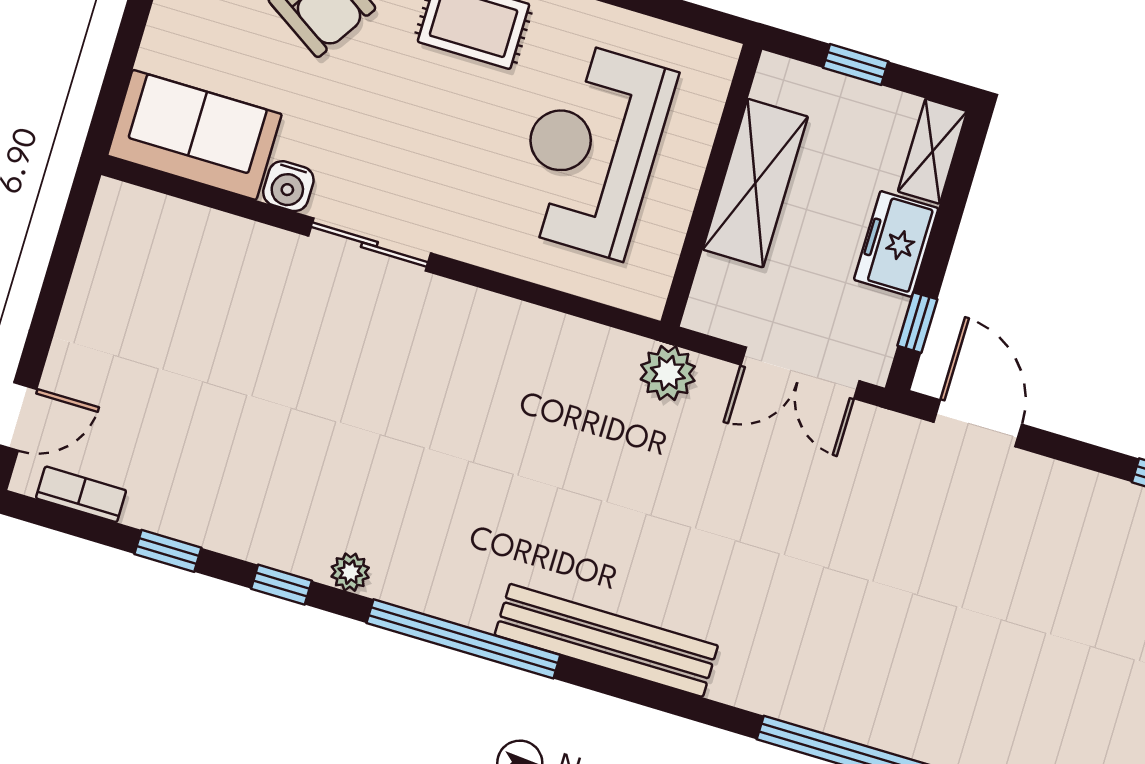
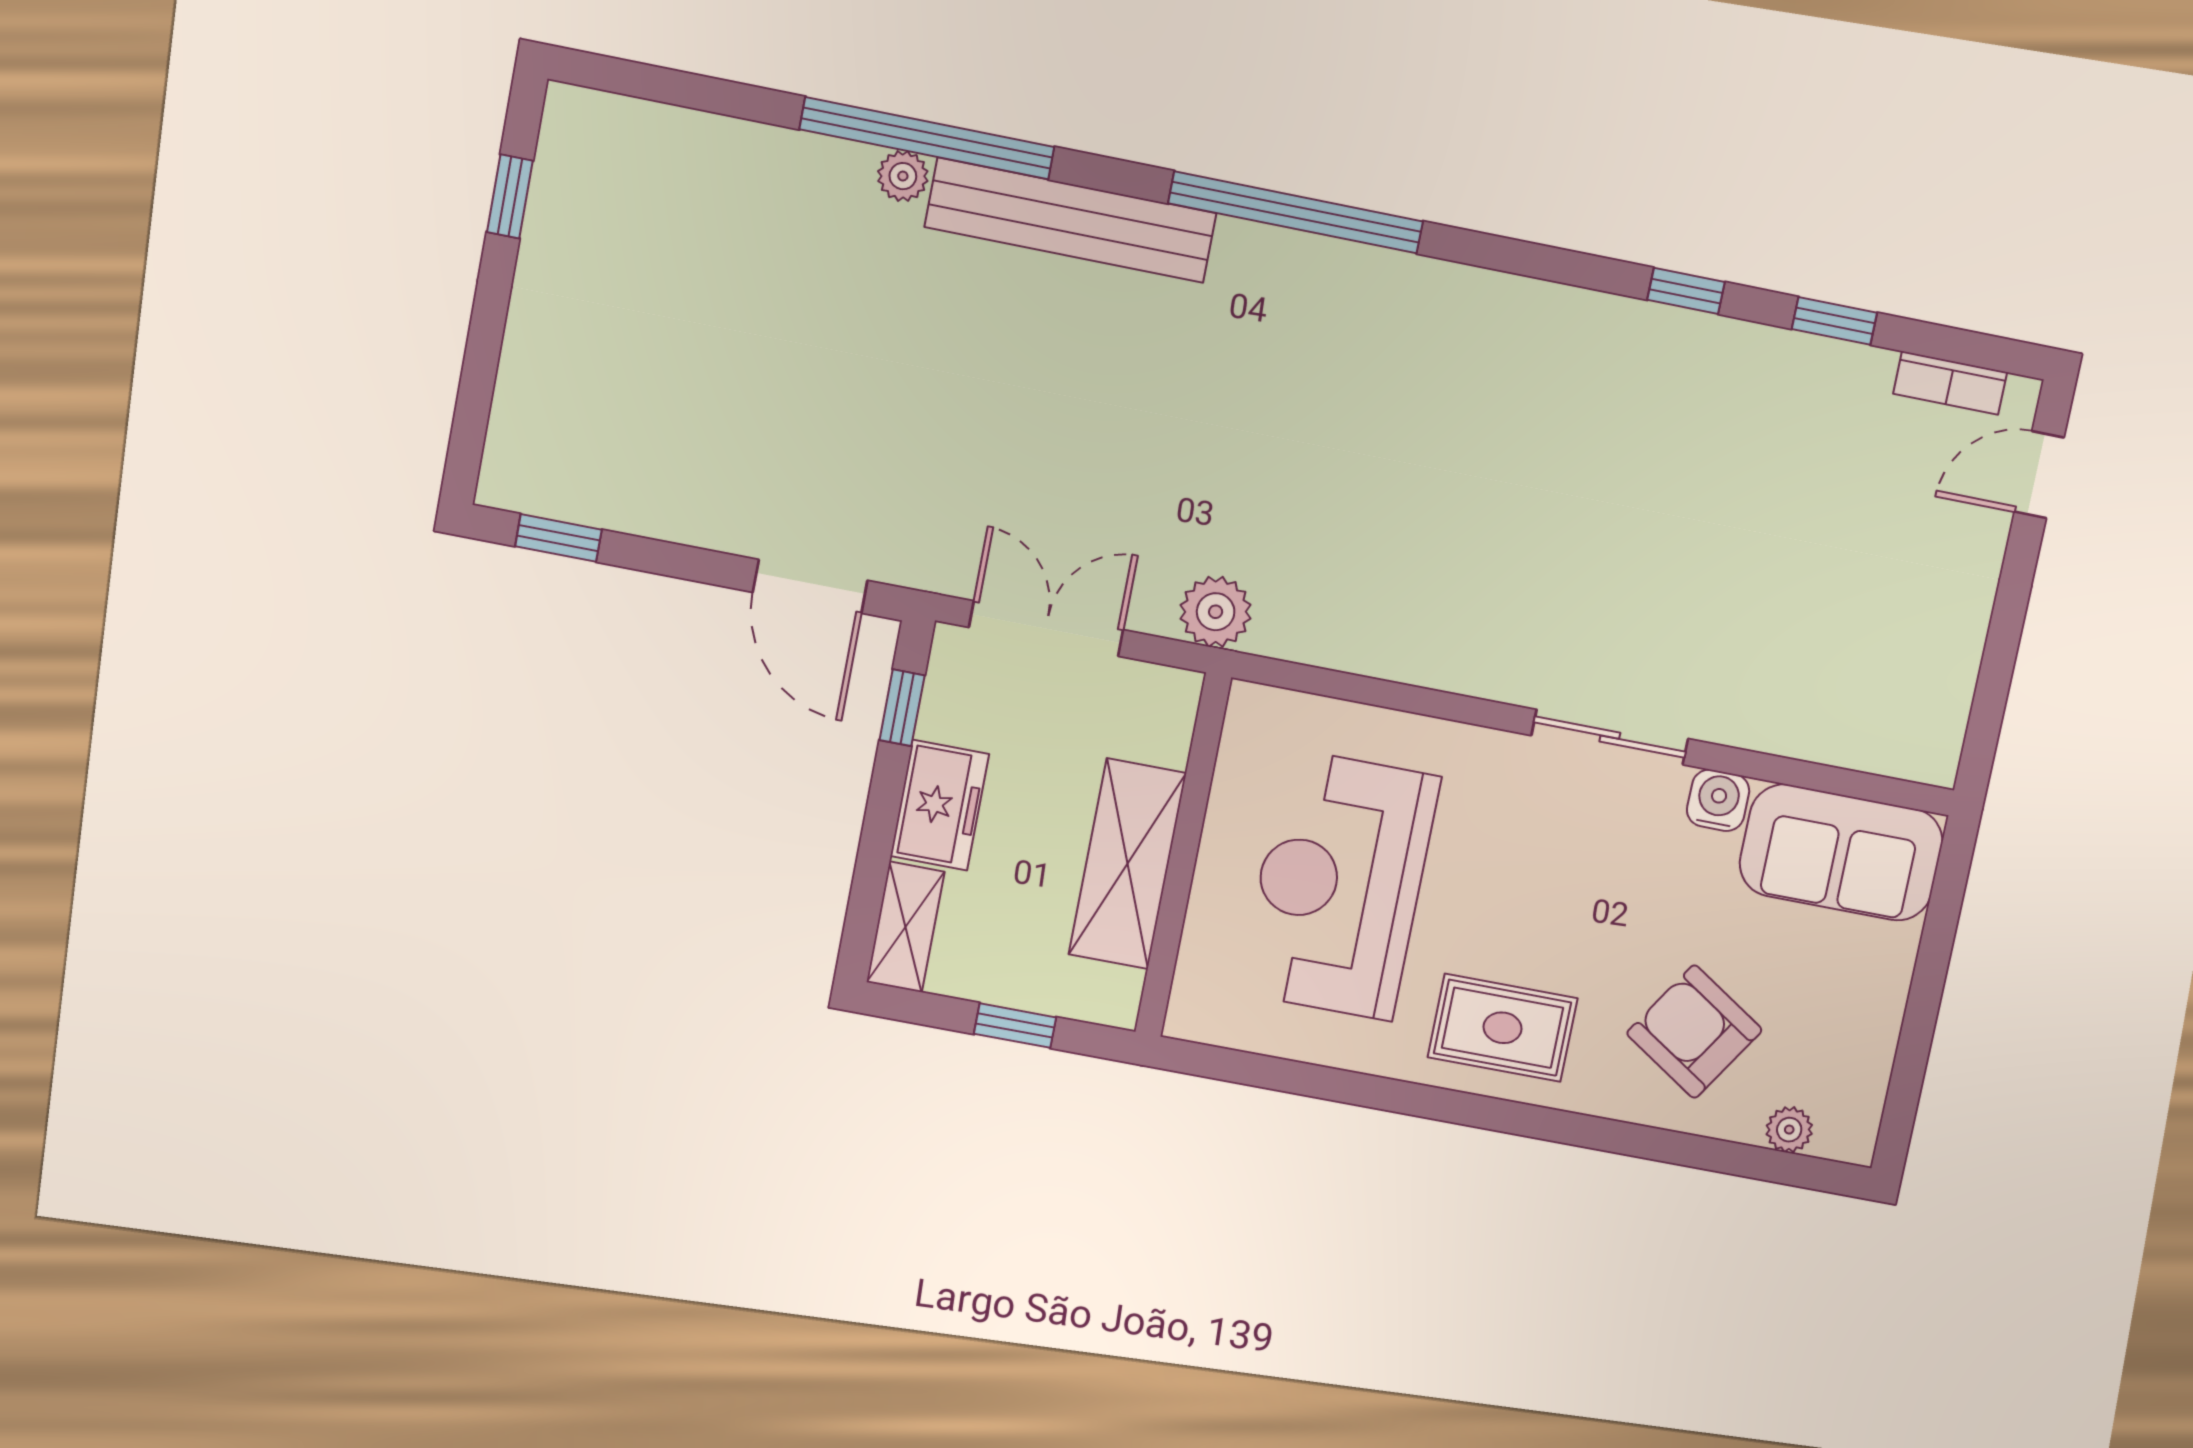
reception desk: (592, 150) -> (1339, 885), turned 180
plant: (350, 572) -> (903, 176), moved
window: (463, 639) -> (1296, 212), moved
bench: (606, 640) -> (1071, 220), moved

